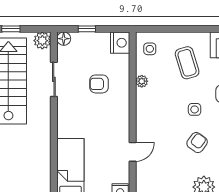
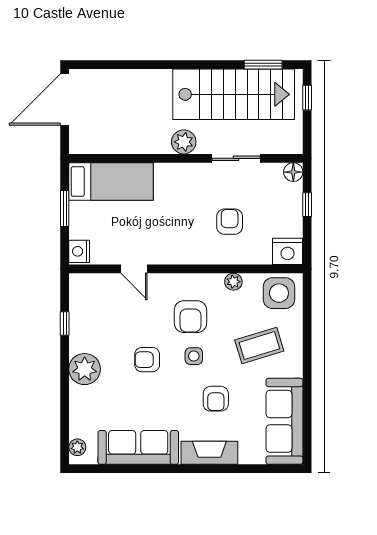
plant: (42, 41) -> (184, 142), moved
side table: (150, 49) -> (279, 293), width x1.87, depth x1.87
armchair: (167, 112) -> (190, 317), added
armchair: (197, 143) -> (147, 360), turned 144

